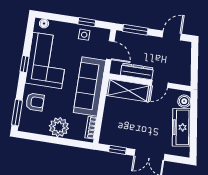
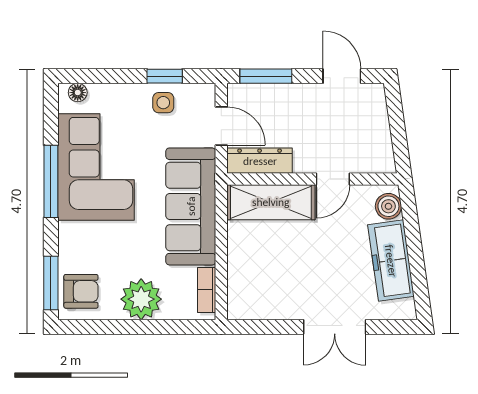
door: (172, 35) -> (342, 76), hinge flipped
window: (25, 64) -> (51, 181), width x2.17
dresser: (137, 71) -> (260, 161), moved
armchair: (35, 102) -> (81, 291), moved
window: (118, 150) -> (268, 327), removed

